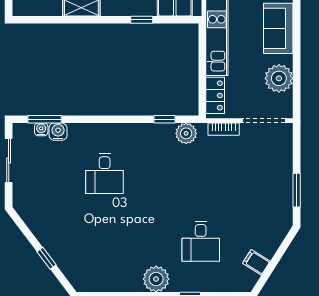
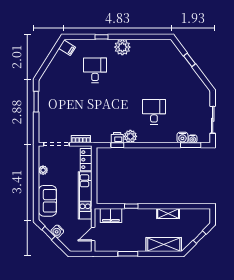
plant: (279, 78) -> (43, 170), width x0.53, depth x0.53
printer: (165, 131) -> (117, 138), added
plant: (186, 133) -> (130, 136), moved
filing cabinet: (256, 262) -> (67, 48), moved

